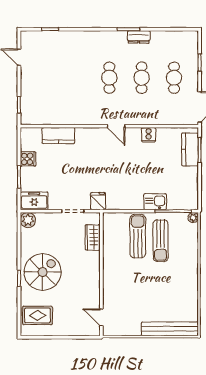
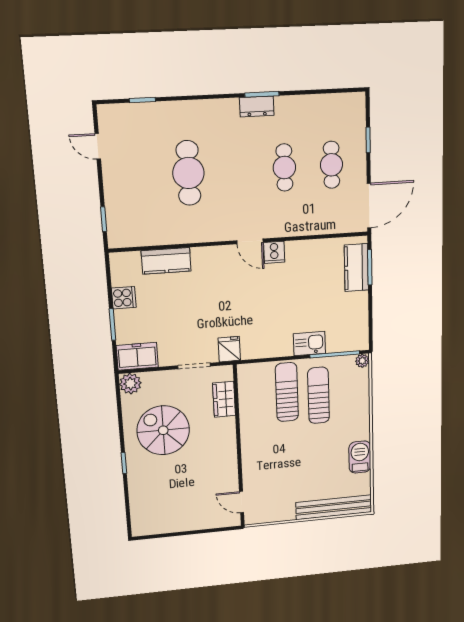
dresser: (139, 37) -> (257, 106), moved
cafe table: (109, 78) -> (188, 173), moved, width x1.37, depth x1.35
cooker: (149, 135) -> (274, 252), moved
sun lounger: (161, 241) -> (319, 395), turned 180
spiral stairs: (43, 272) -> (163, 430), moved, turned -90
barbecue: (190, 291) -> (360, 457), added
rug: (37, 315) -> (154, 509), removed

